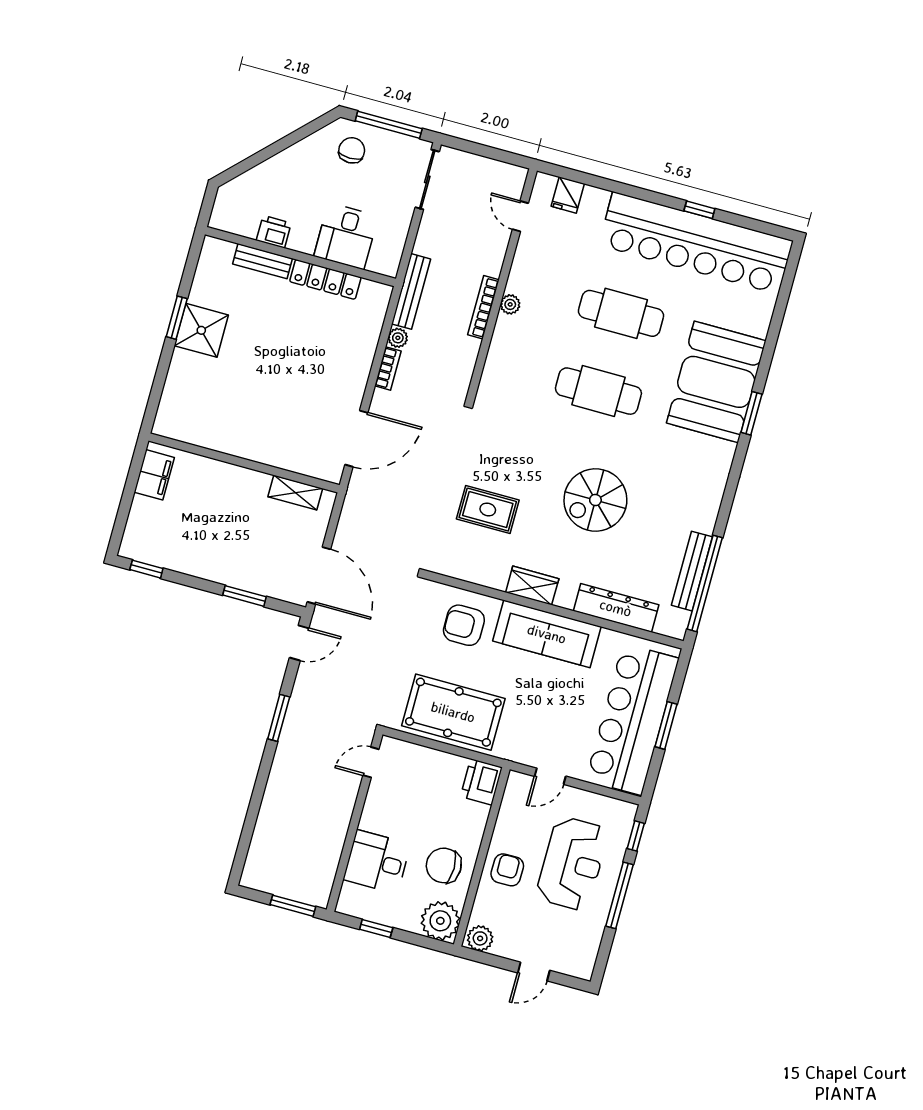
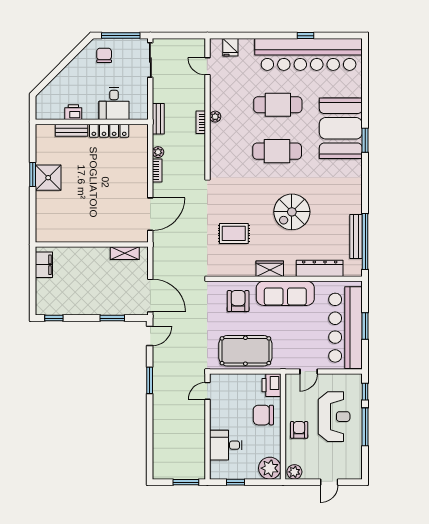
bench: (411, 291) -> (158, 119), width x0.73
bookcase: (483, 307) -> (201, 122), width x0.64
armchair: (464, 625) -> (238, 301), turned 90
chair: (444, 865) -> (263, 415), moved

